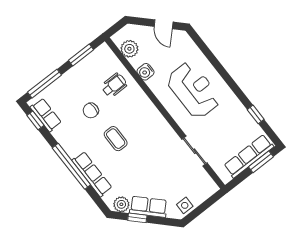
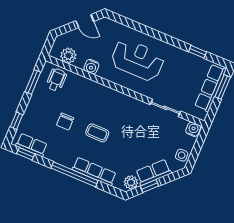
window: (44, 84) -> (17, 121), width x0.46
wheelchair: (114, 85) -> (56, 80), moved
water cooler: (210, 187) -> (193, 129), added

